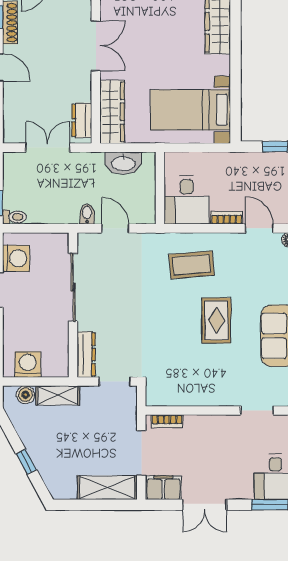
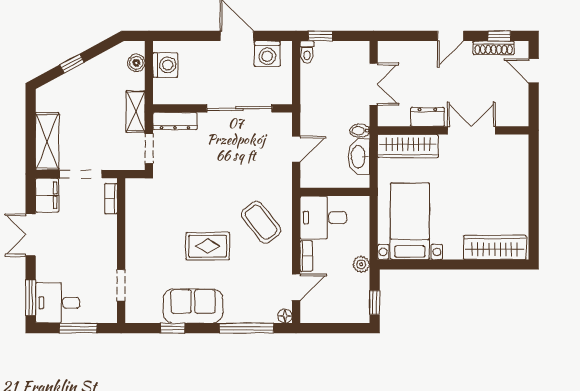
double door: (96, 46) -> (471, 130), swing flipped
dresser: (82, 120) -> (427, 117), moved
plant: (235, 161) -> (361, 264), added
bidet: (87, 214) -> (360, 131), moved, turned 180
coffee table: (191, 265) -> (261, 222), turned -33
shelving: (58, 395) -> (136, 111), moved

